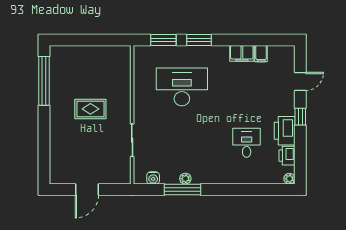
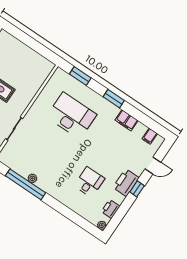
window: (199, 40) -> (114, 99), moved
filing cabinet: (261, 54) -> (150, 136), moved
printer: (285, 131) -> (126, 183), moved
water cooler: (153, 178) -> (11, 163), removed
window: (182, 190) -> (25, 184), width x1.46

